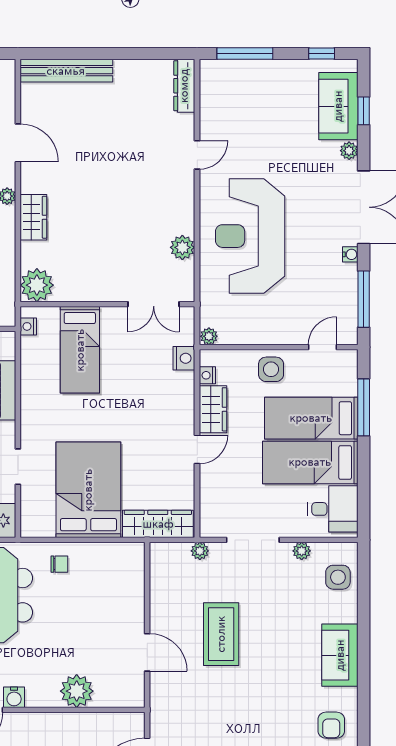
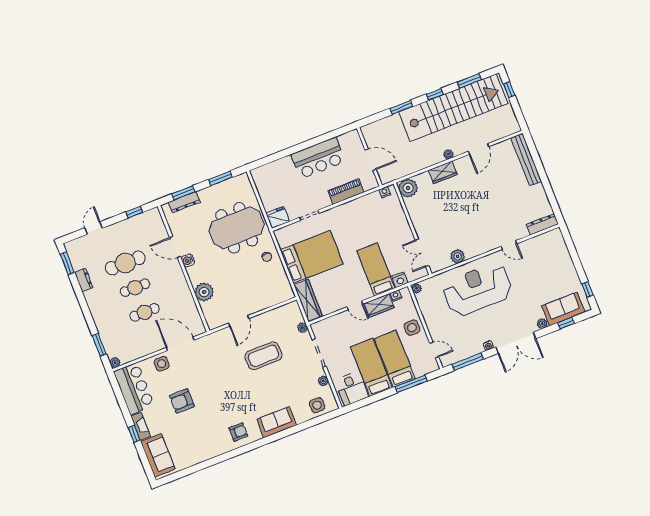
window: (245, 54) -> (572, 249), removed
bed: (80, 350) -> (376, 270), moved, turned 90
armchair: (331, 725) -> (238, 432), turned 180

